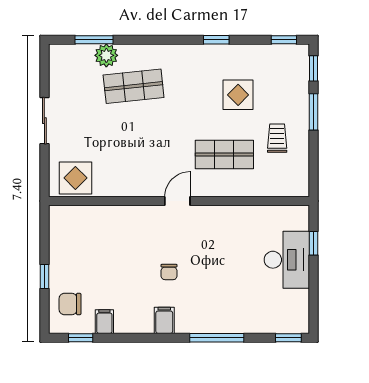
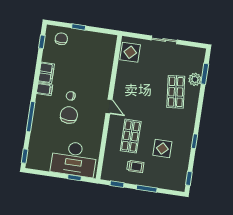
window: (313, 68) -> (117, 184), moved
desk: (287, 260) -> (74, 159), width x1.36, depth x1.30
chair: (204, 270) -> (69, 115), added
filing cabinet: (104, 322) -> (46, 73), moved, width x2.00

